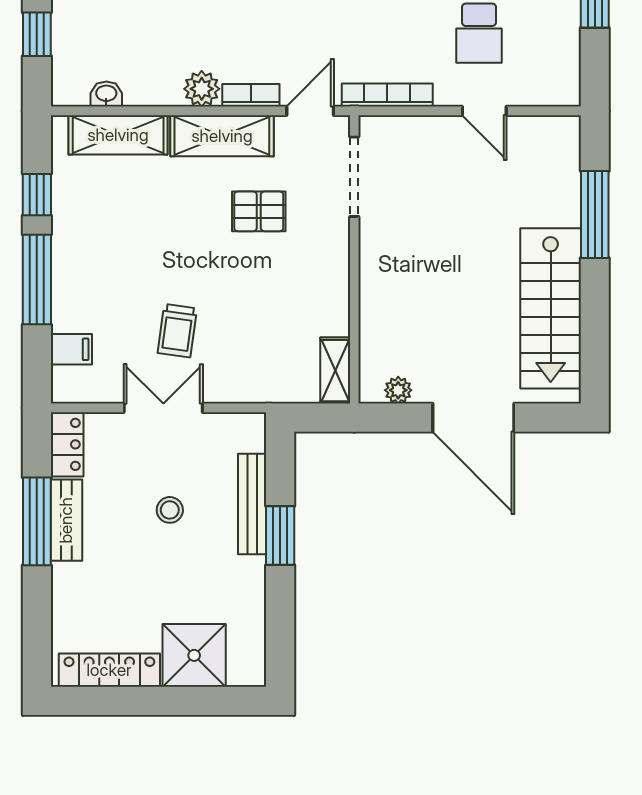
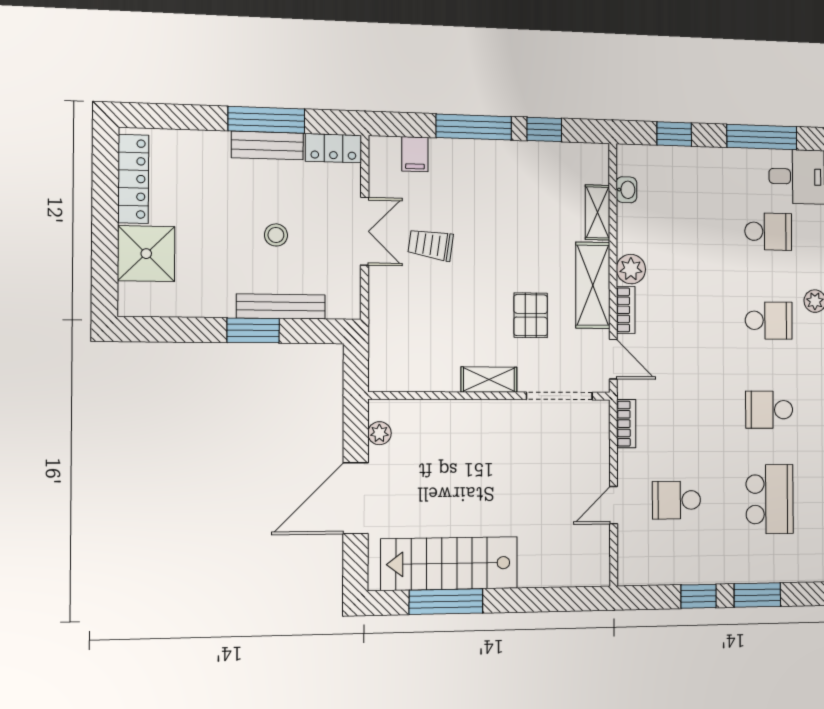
bookcase: (387, 95) -> (626, 424), width x0.64
shelving: (118, 135) -> (597, 212), width x0.67, depth x0.75
window: (595, 215) -> (446, 602), moved
shelving: (335, 371) -> (489, 380), moved

